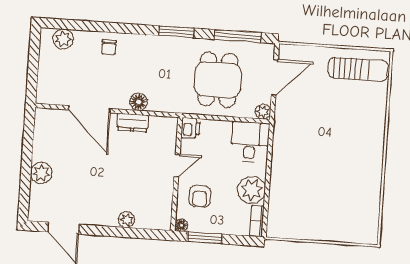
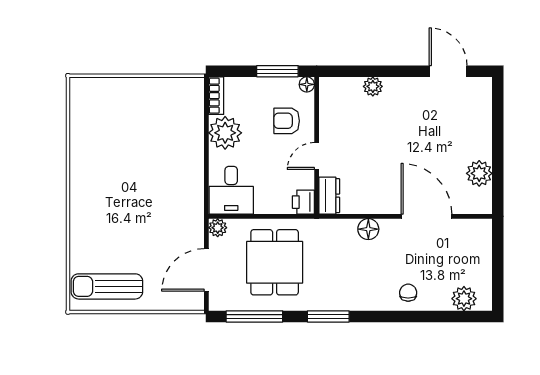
dresser: (133, 123) -> (329, 196), moved, turned 90
plant: (41, 173) -> (479, 173), moved
armchair: (200, 196) -> (287, 121), turned -90

